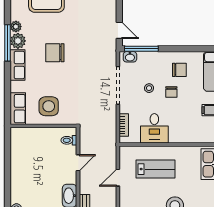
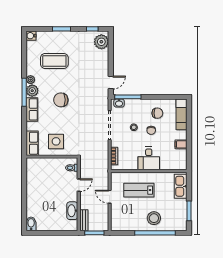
door: (119, 30) -> (111, 83), hinge flipped
desk: (154, 128) -> (149, 158), moved
lab bench: (156, 169) -> (139, 190), turned 180
door: (118, 178) -> (110, 197), hinge flipped

